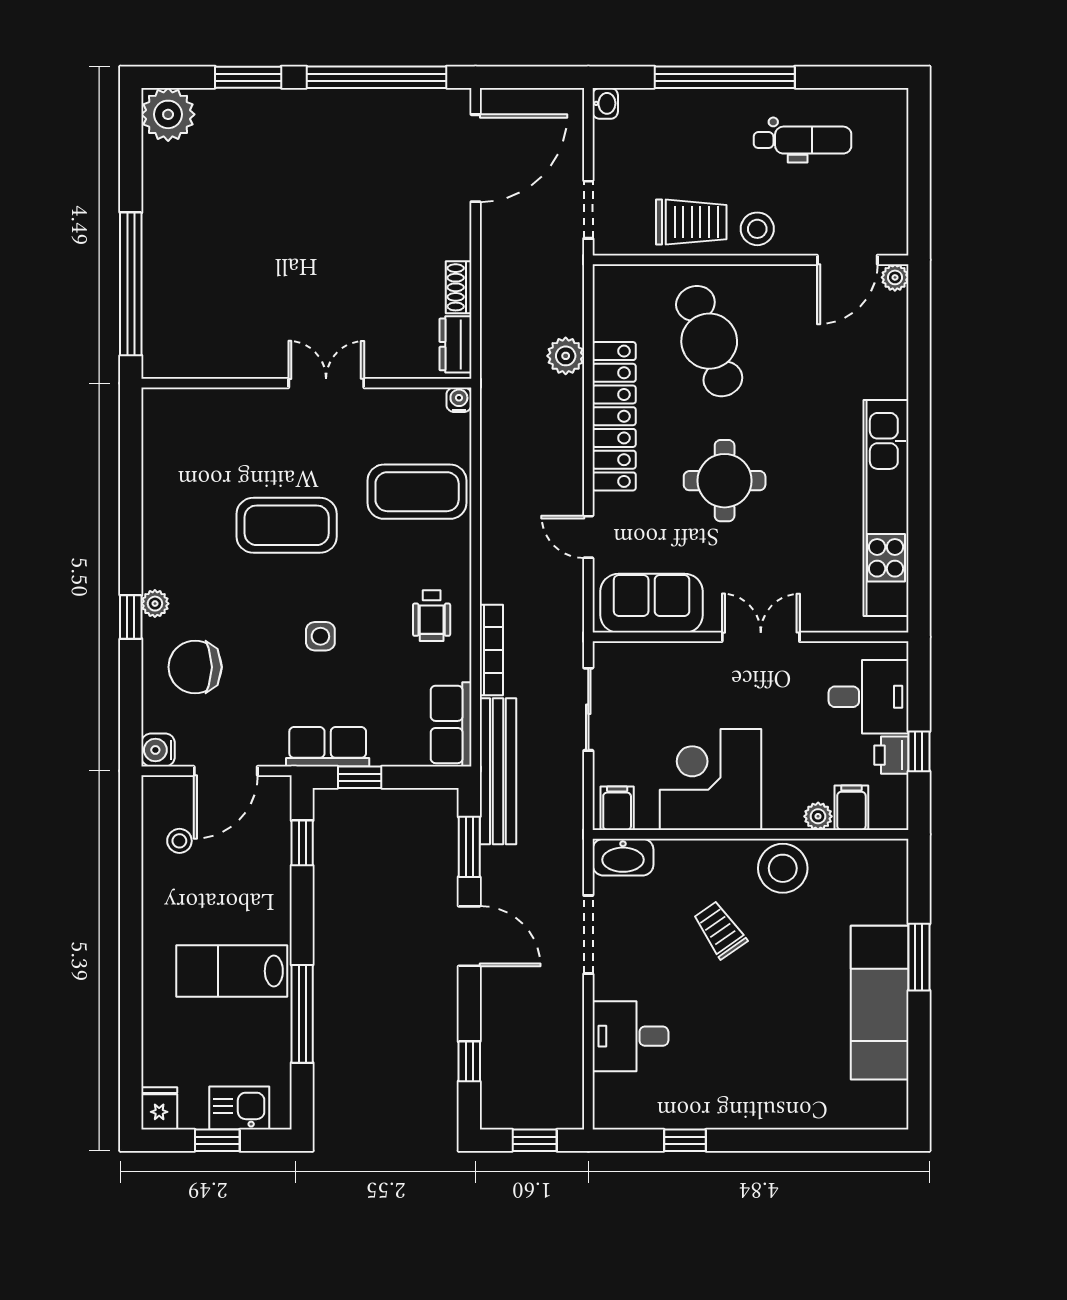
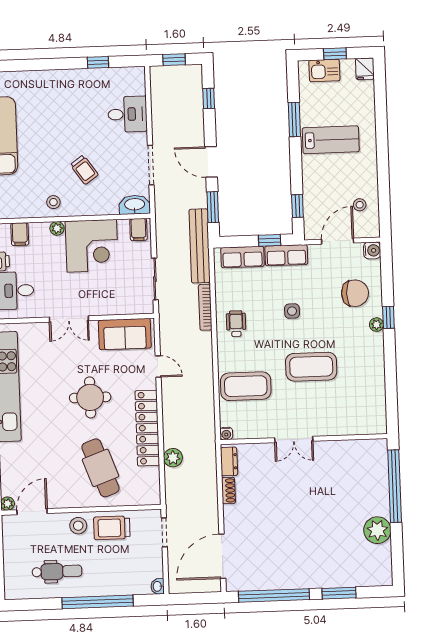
plant: (168, 114) -> (377, 530), moved
dental chair: (802, 140) -> (57, 571), turned 180
row of seats: (451, 724) -> (242, 257), moved, turned 90
plant: (818, 816) -> (57, 228), moved
stool: (783, 868) -> (53, 202), width x0.53, depth x0.53
window: (302, 1014) -> (294, 119), width x0.69

